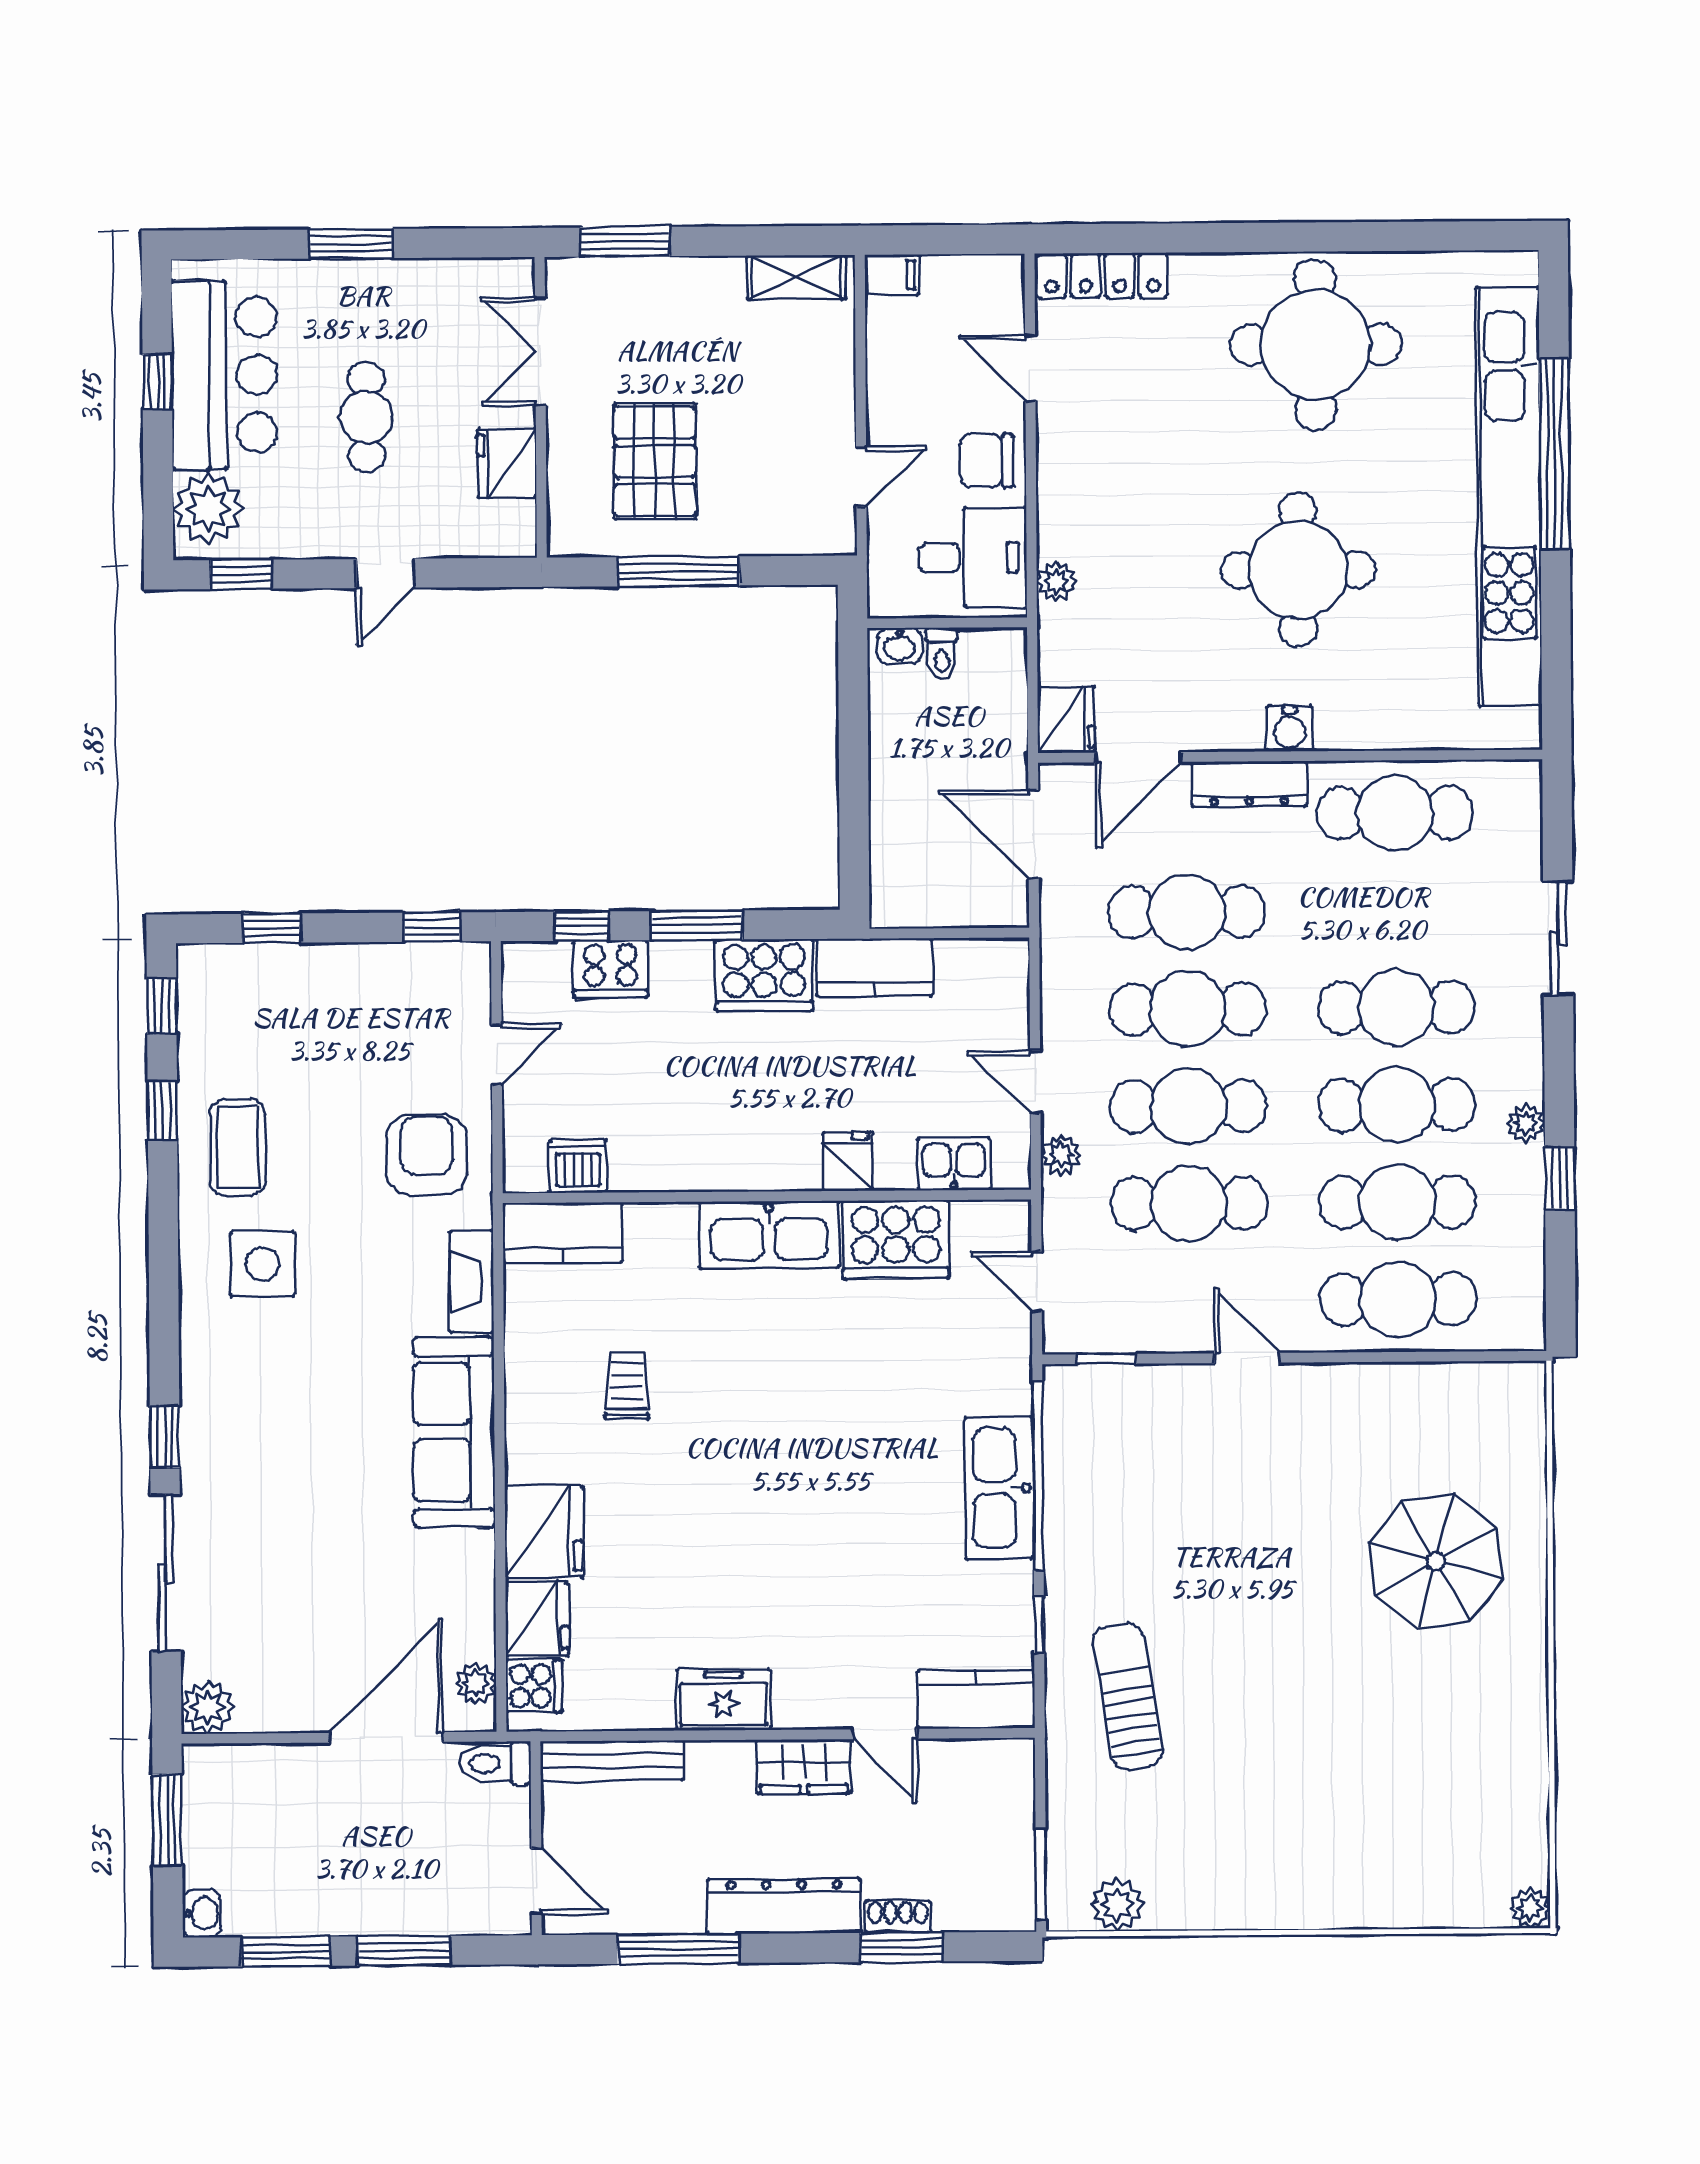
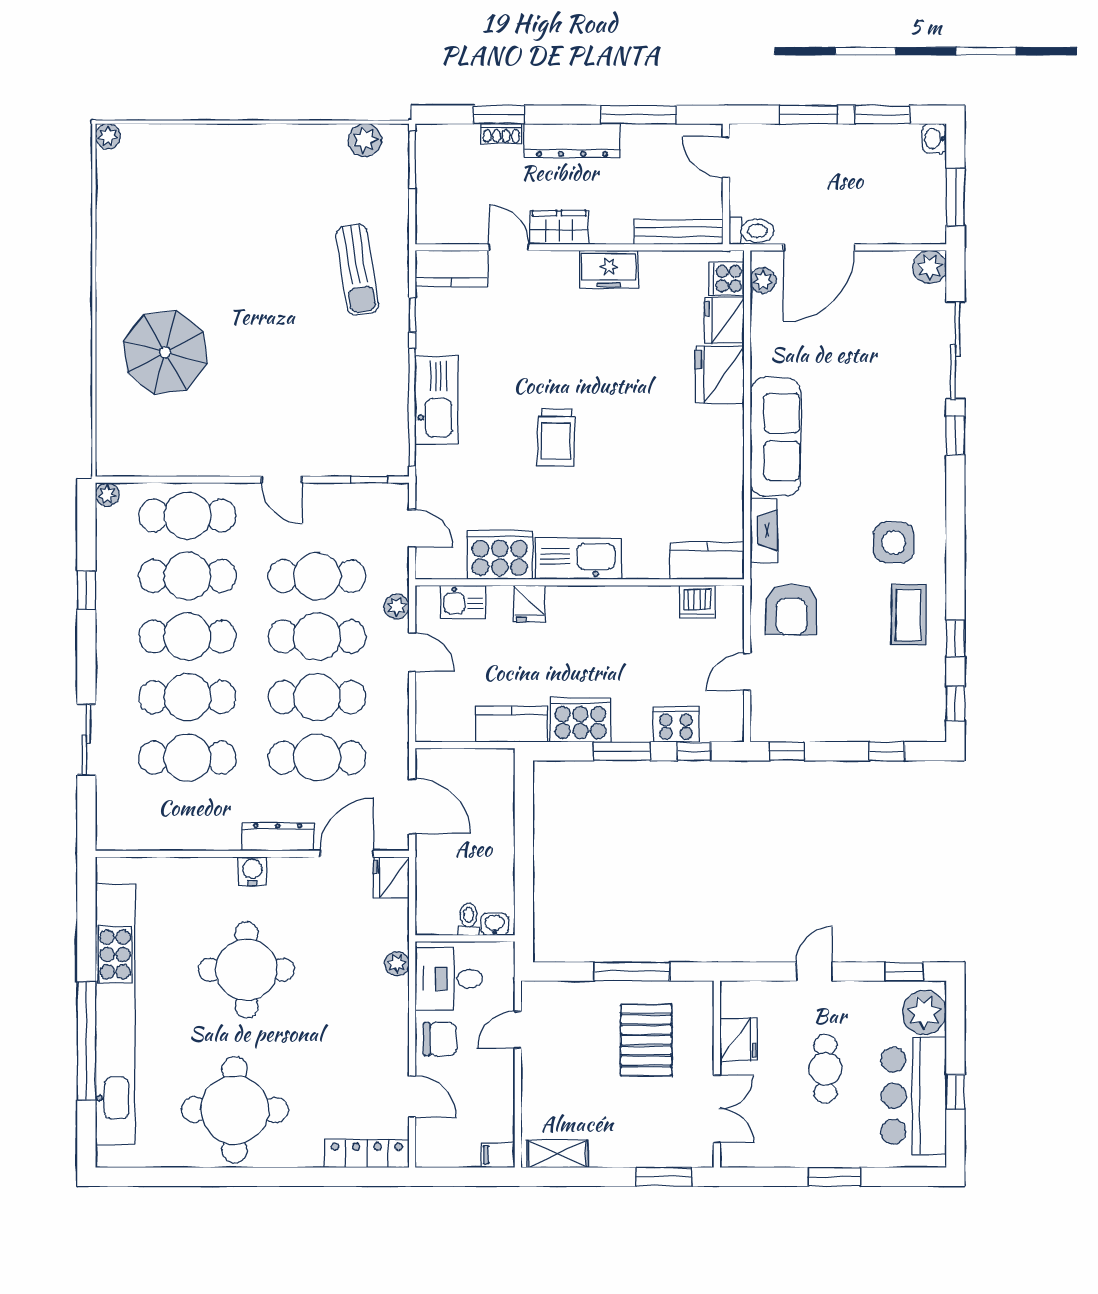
cafe table: (1395, 813) -> (187, 758), moved
plant: (1526, 1123) -> (107, 494), moved
trolley: (627, 1386) -> (556, 437), moved, width x1.36, depth x1.39

